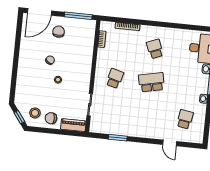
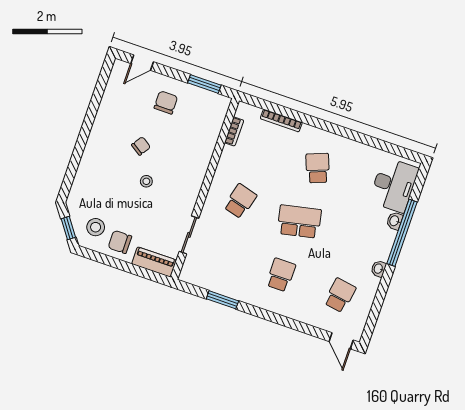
door: (39, 12) -> (142, 63), width x0.53
window: (78, 16) -> (204, 84), width x0.69
school desk: (148, 115) -> (281, 275), added
door: (170, 143) -> (341, 341), moved

